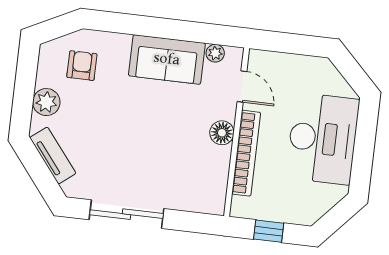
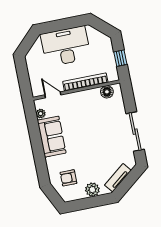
door: (242, 87) -> (53, 95), hinge flipped
floor lamp: (222, 133) -> (107, 92), moved

